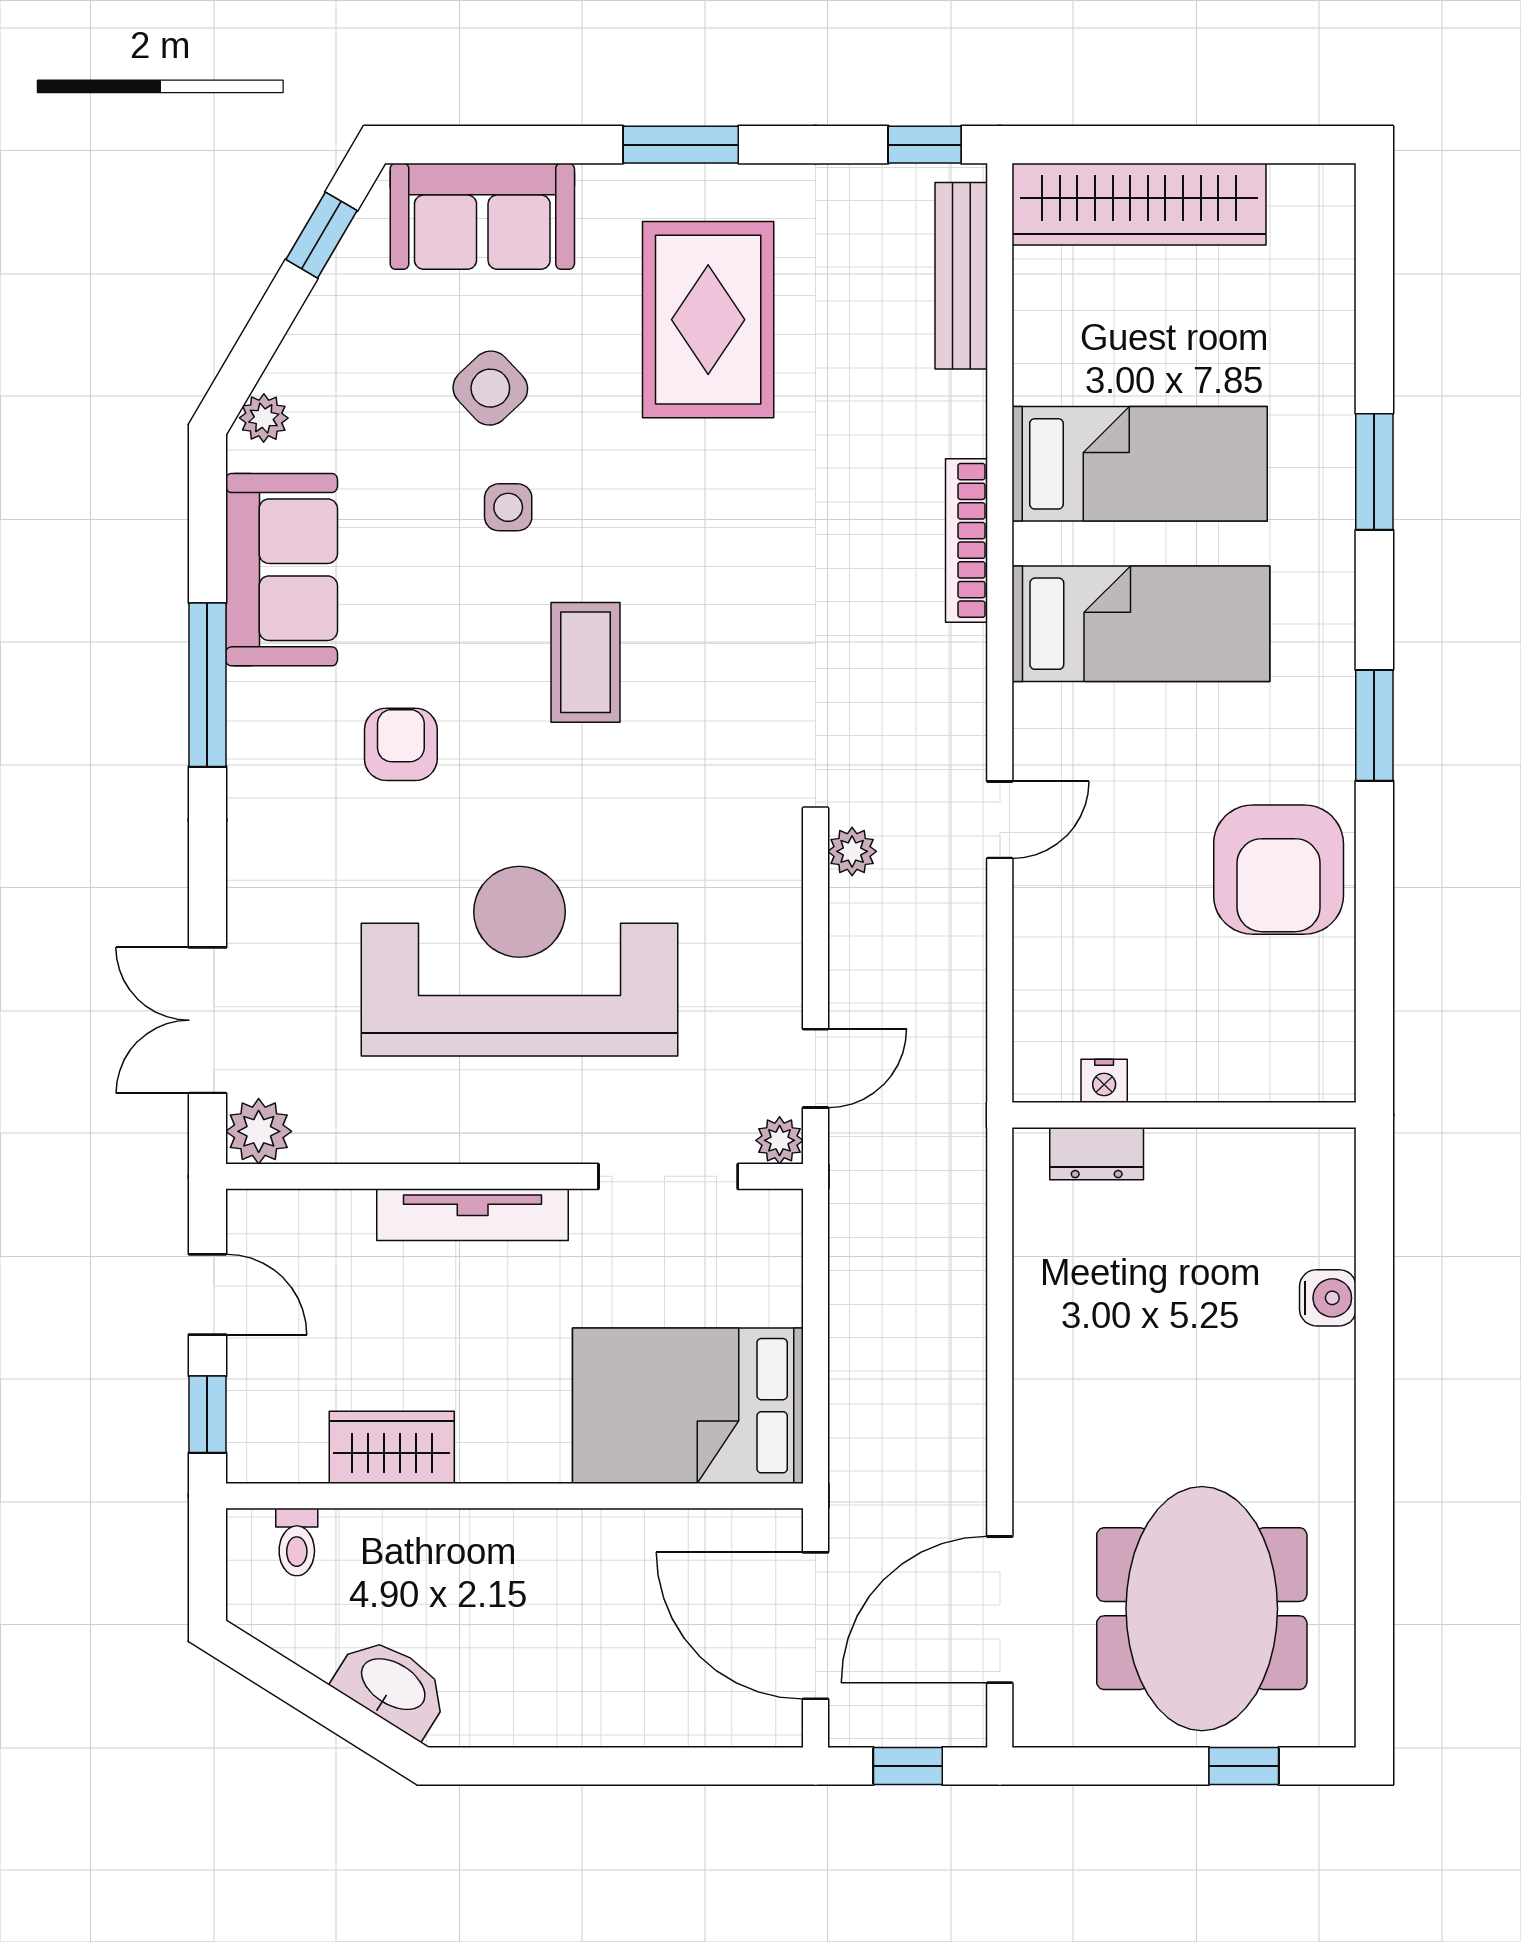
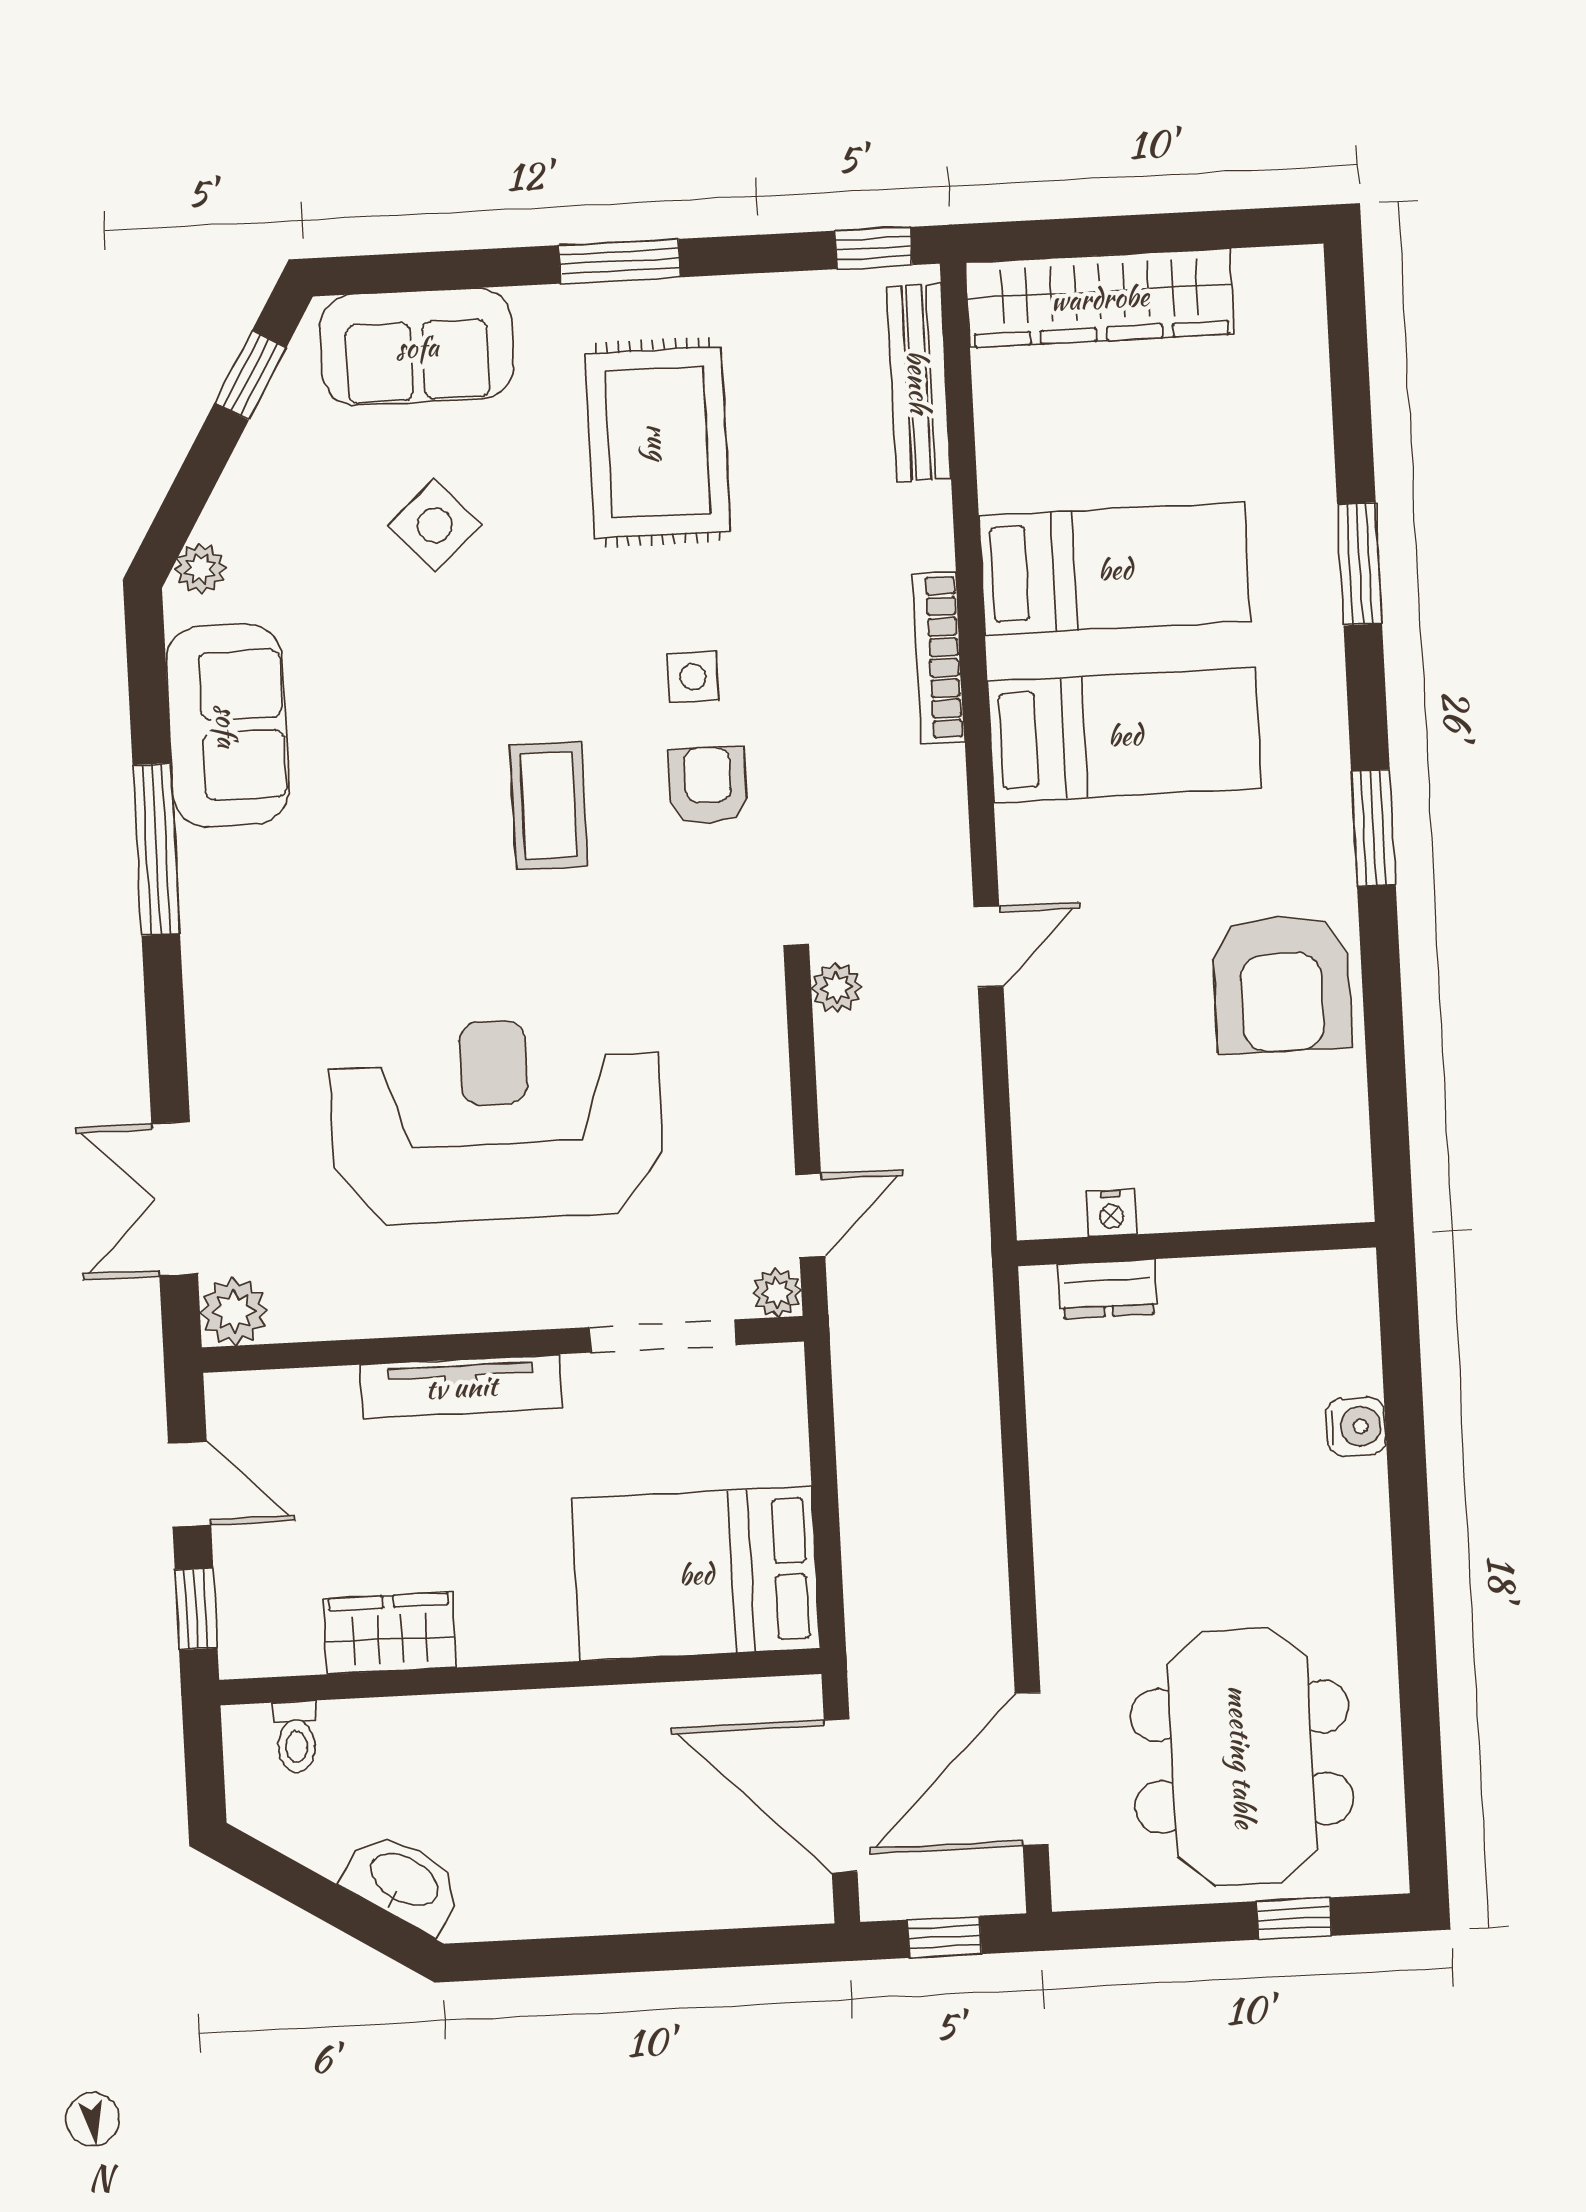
side table: (508, 507) -> (693, 677), moved
armchair: (401, 744) -> (708, 786), moved

